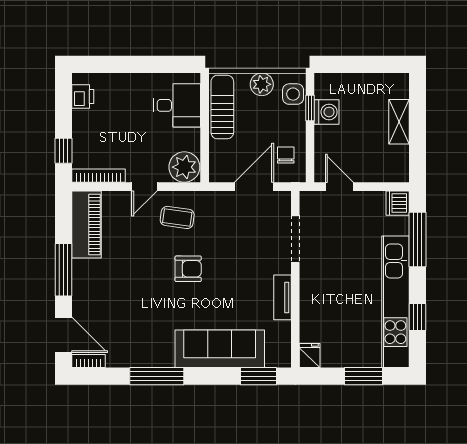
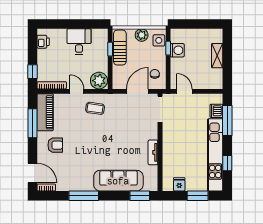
desk: (177, 105) -> (79, 42), moved, turned -90
window: (205, 110) -> (110, 49), added
door: (144, 187) -> (77, 91), swing flipped
dishwasher: (398, 203) -> (216, 111), moved
doorway: (295, 239) -> (160, 109), moved
armchair: (188, 269) -> (55, 145), moved
window: (64, 270) -> (32, 123), moved
fridge: (310, 356) -> (179, 184), moved

